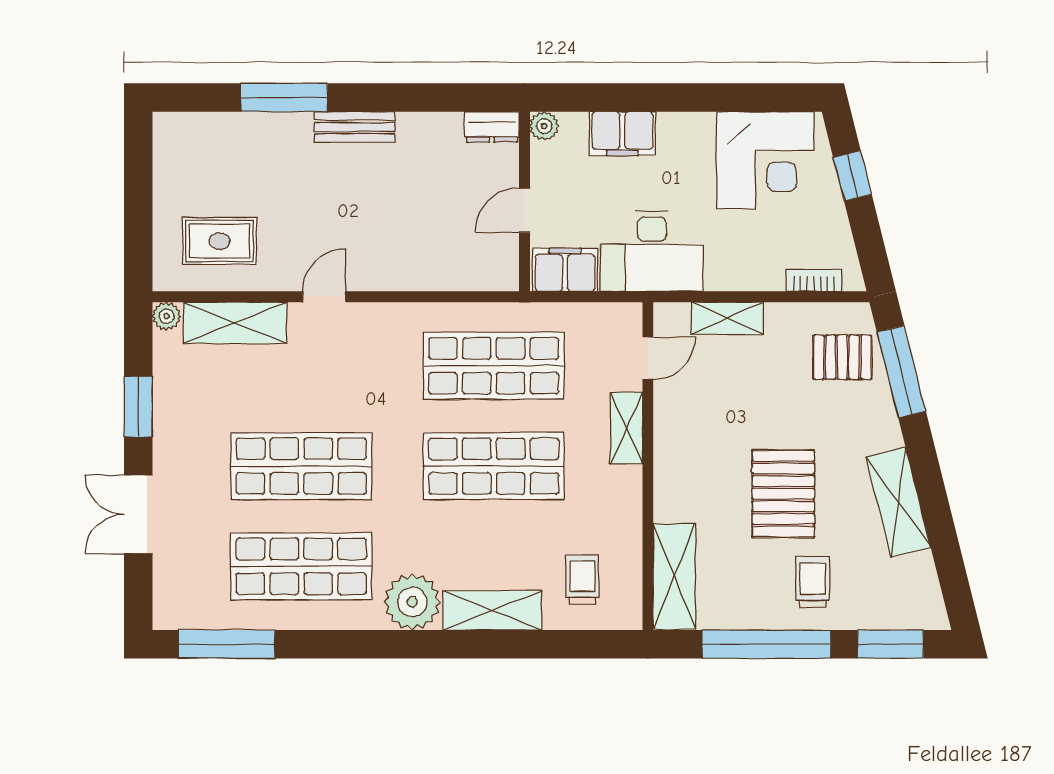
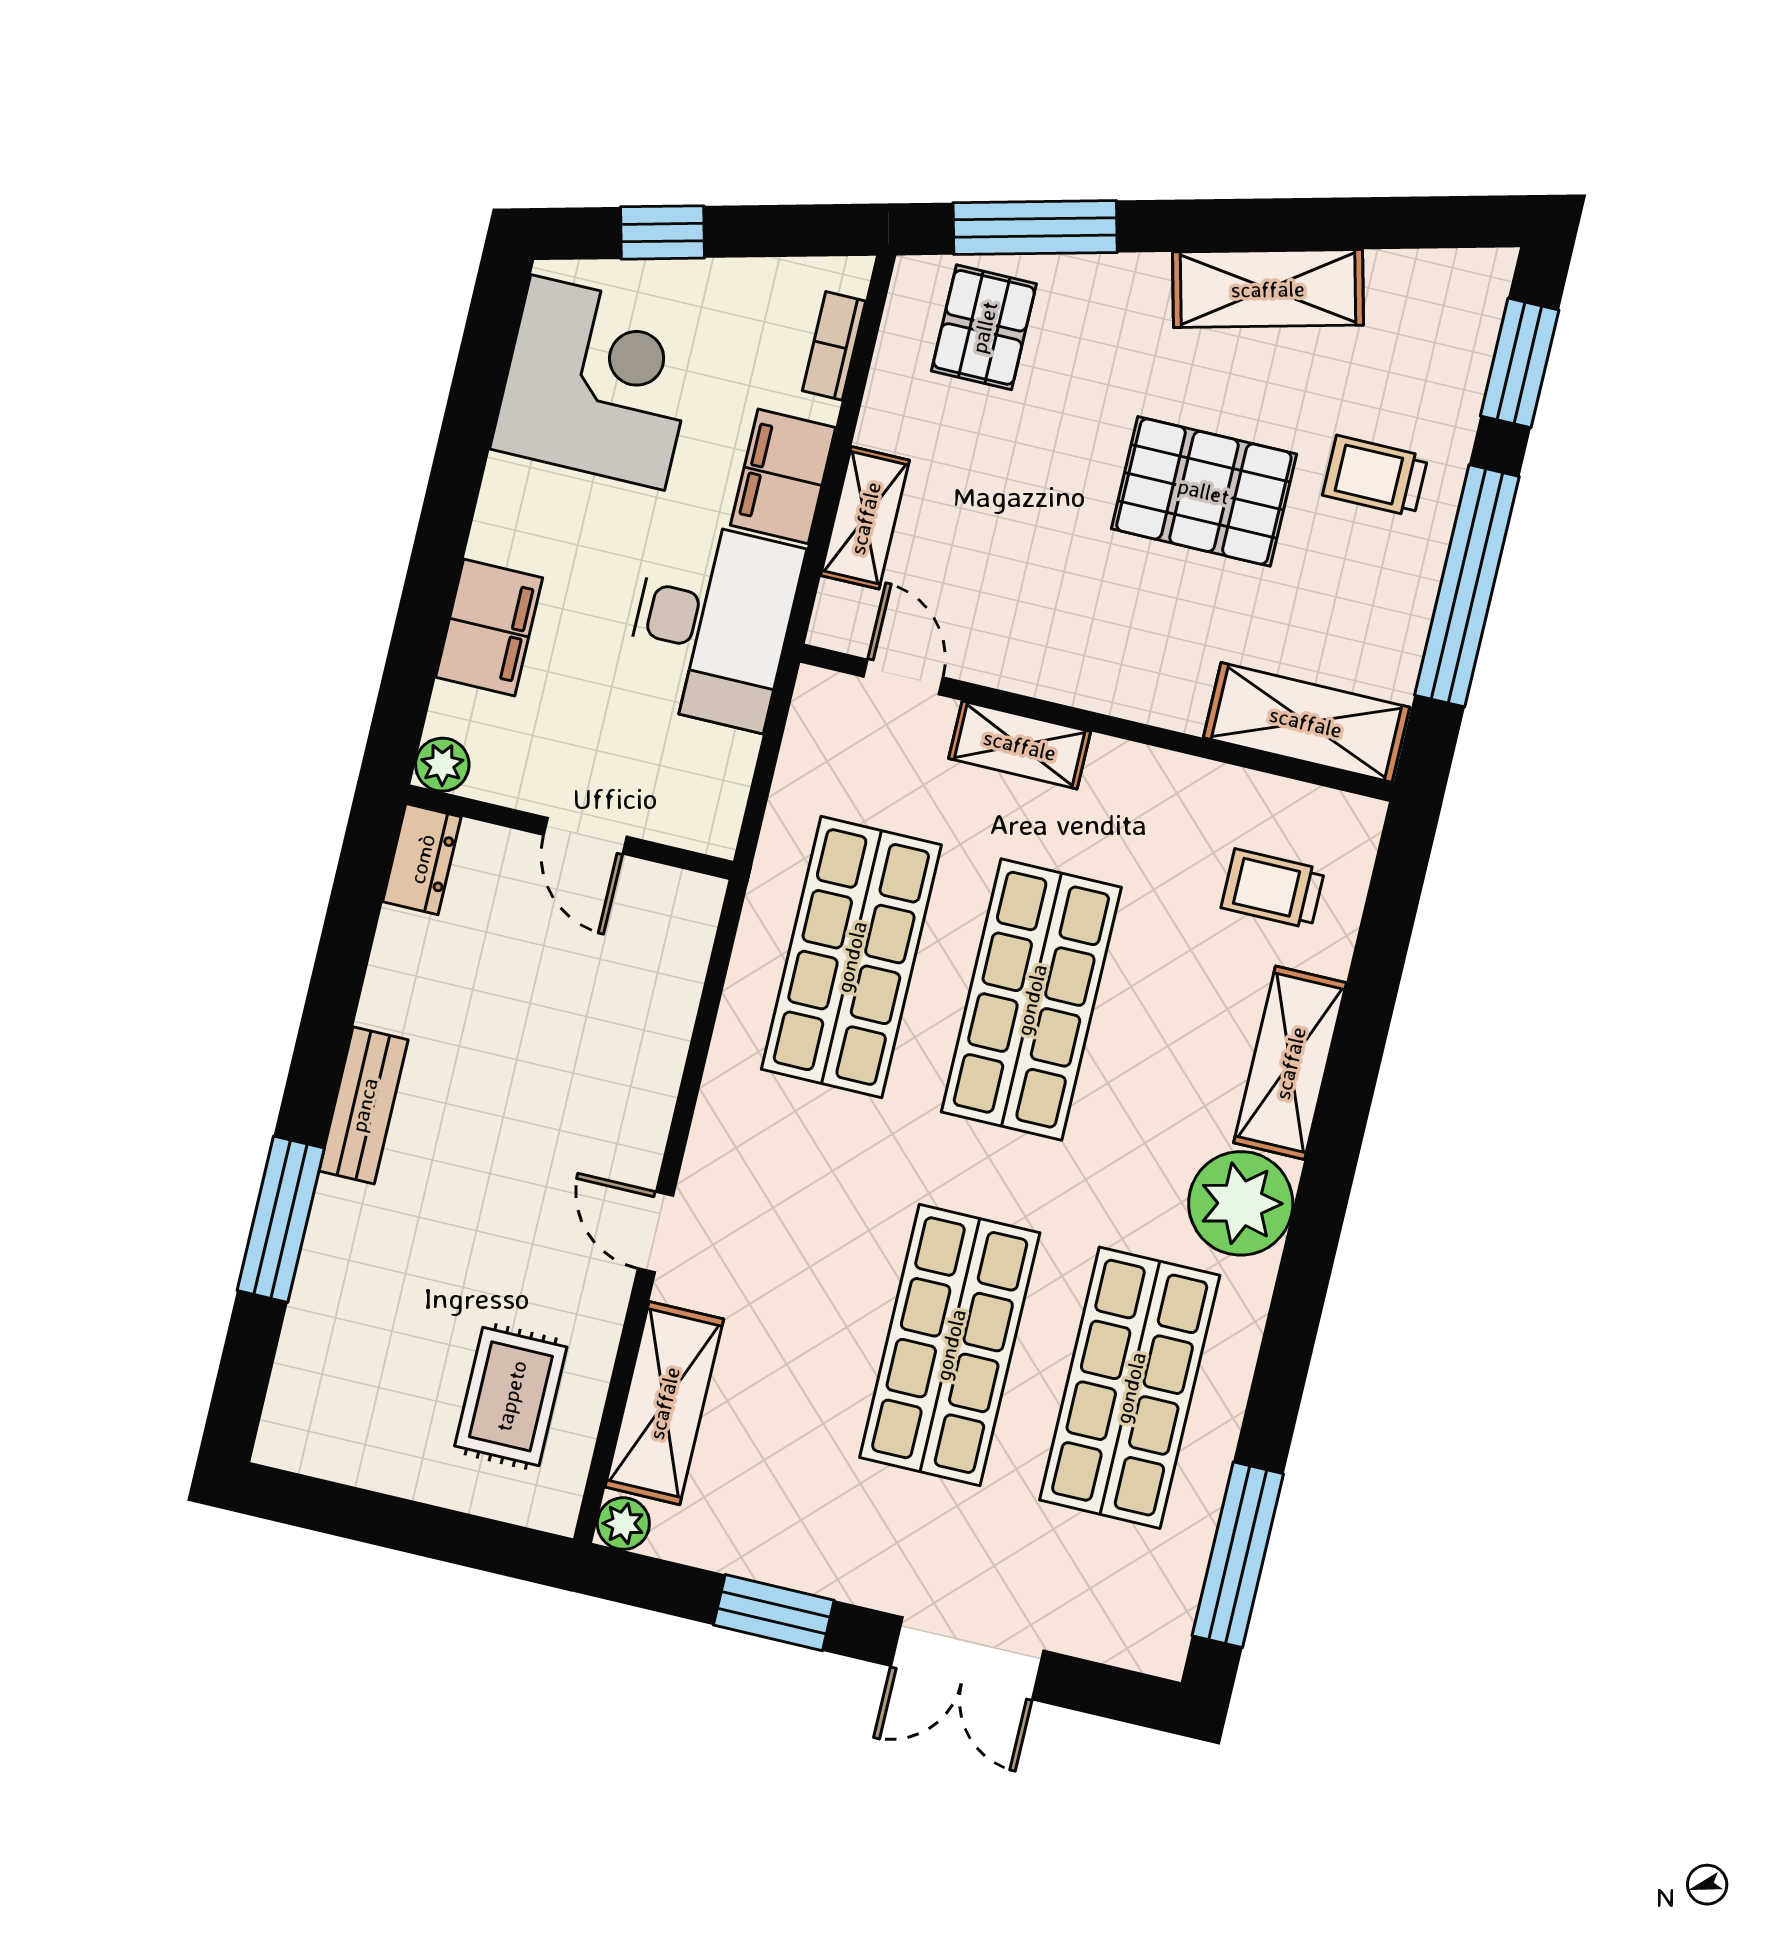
filing cabinet: (565, 270) -> (783, 476), moved

